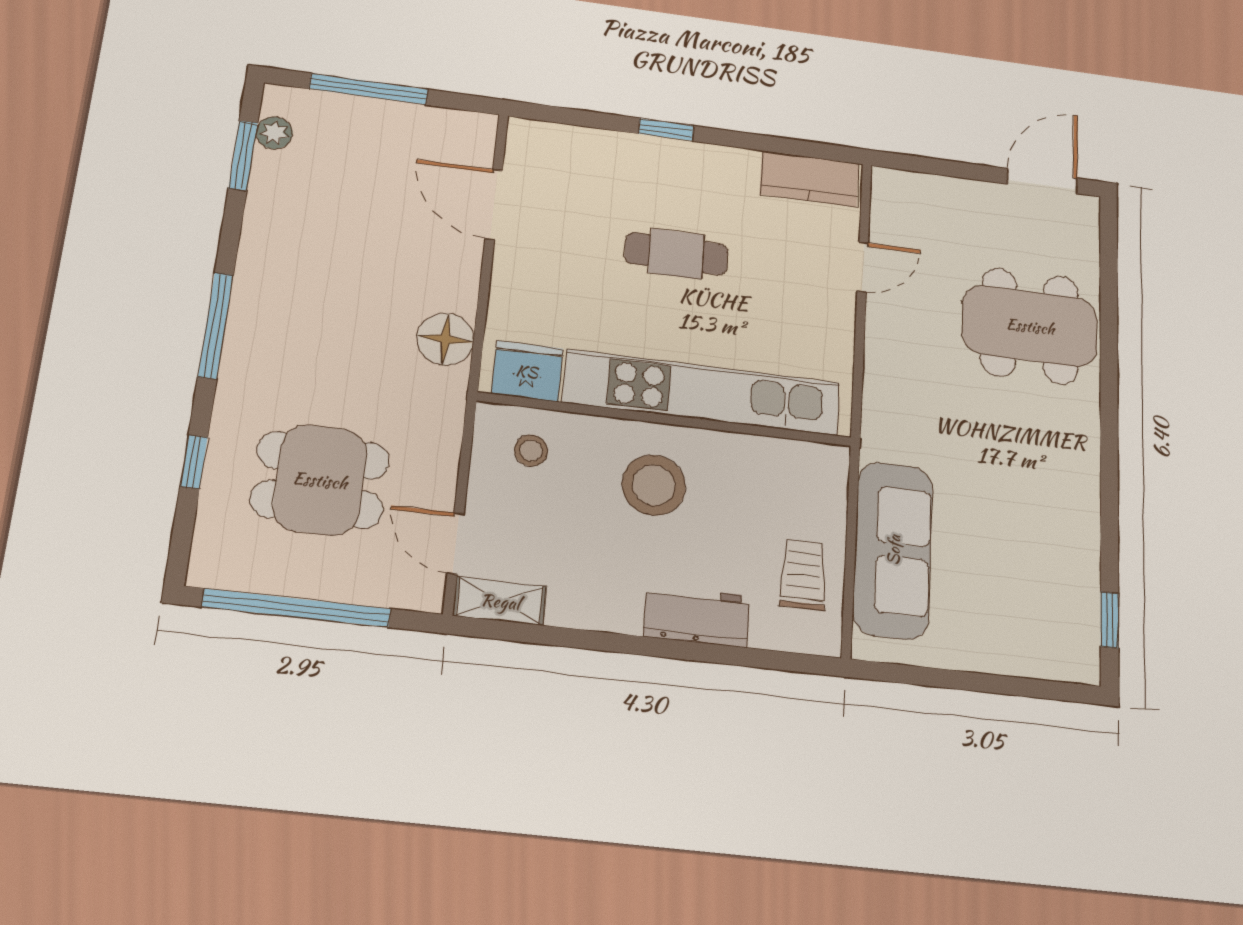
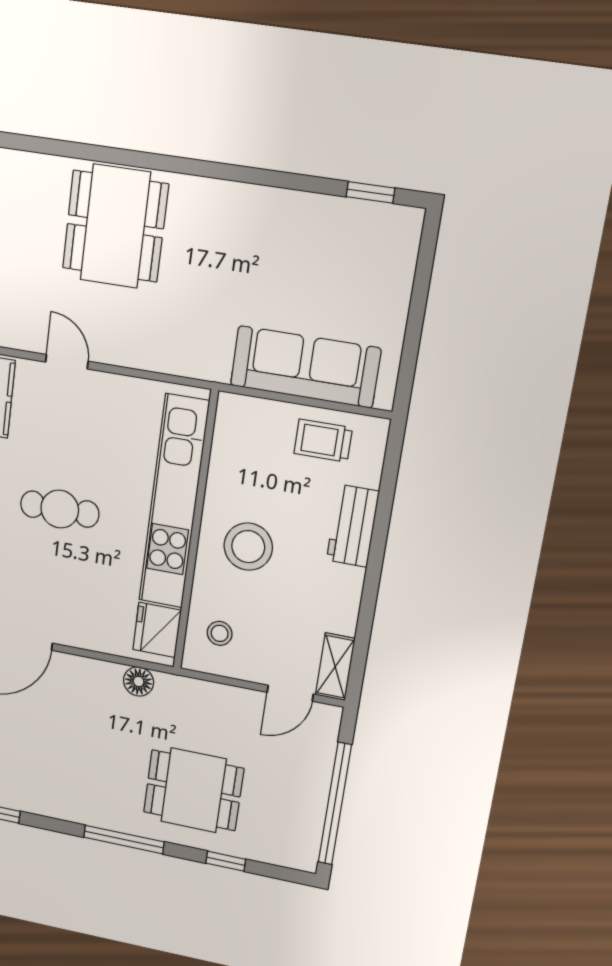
cafe table: (676, 254) -> (60, 509), turned 90
floor lamp: (445, 339) -> (139, 681), width x0.73, depth x0.73
dining table: (320, 480) -> (193, 790), moved, turned 90

